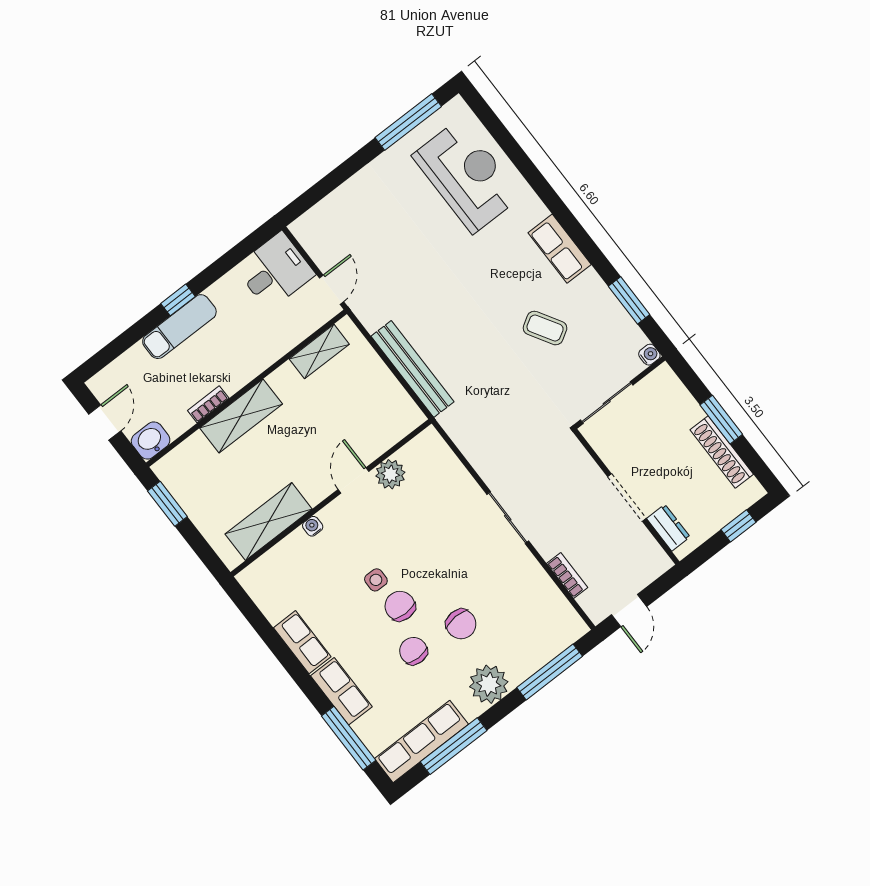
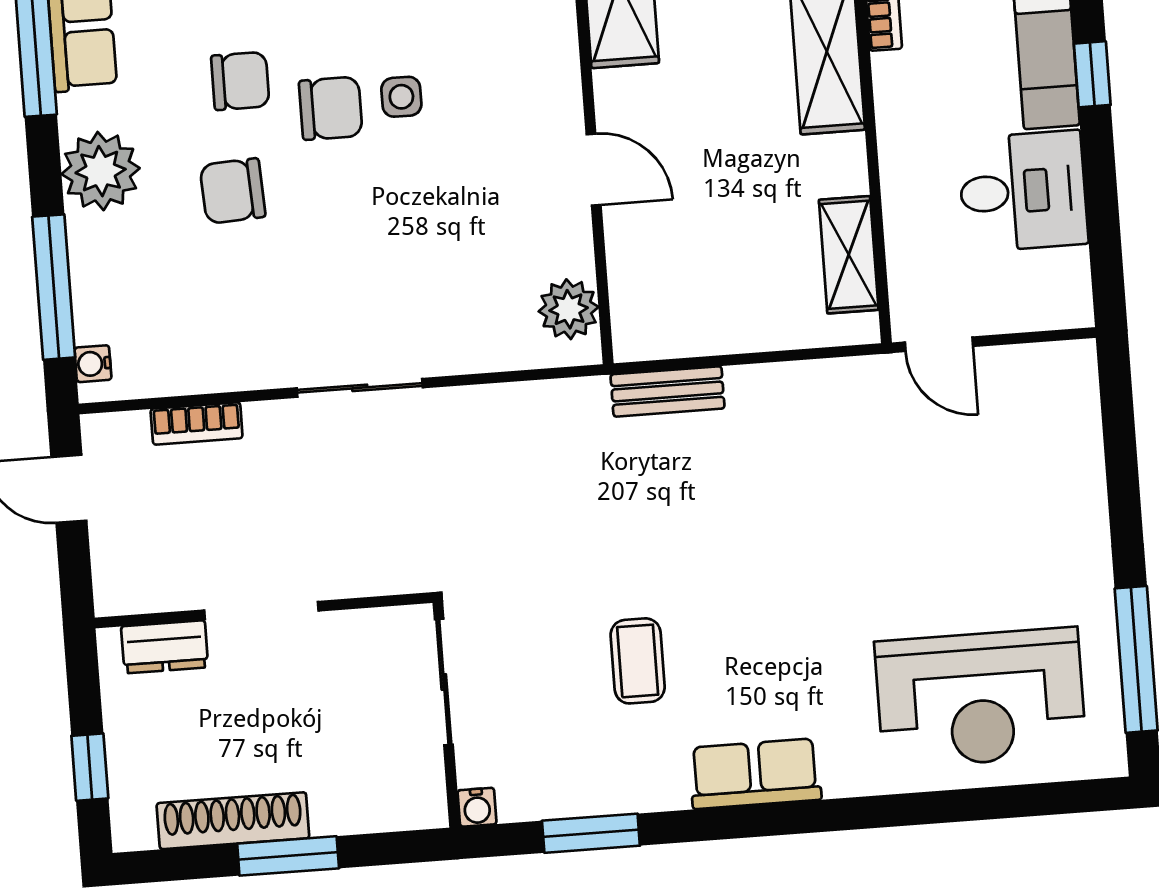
desk: (275, 271) -> (1023, 191), moved, turned -90
coffee table: (545, 328) -> (638, 661), turned -59
bench: (412, 369) -> (668, 391), width x0.54, depth x0.82
plant: (390, 474) -> (569, 309), moved
water cooler: (313, 526) -> (93, 364), moved, turned 180

